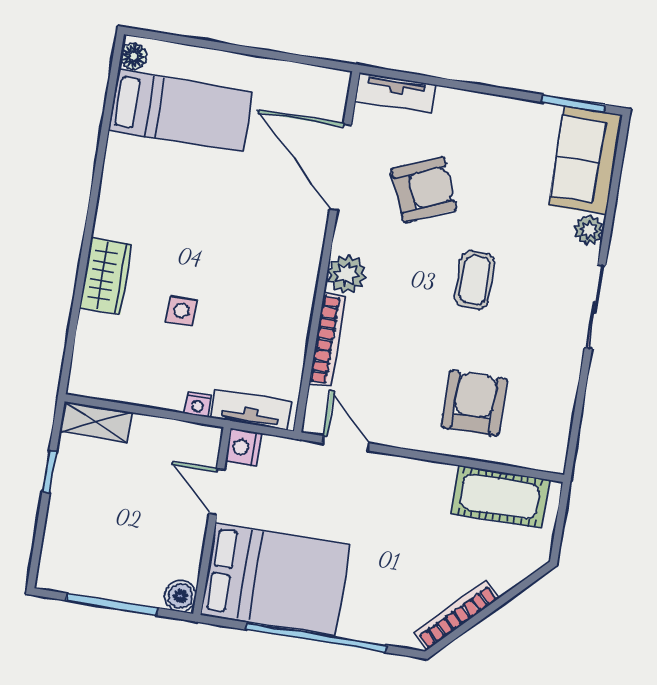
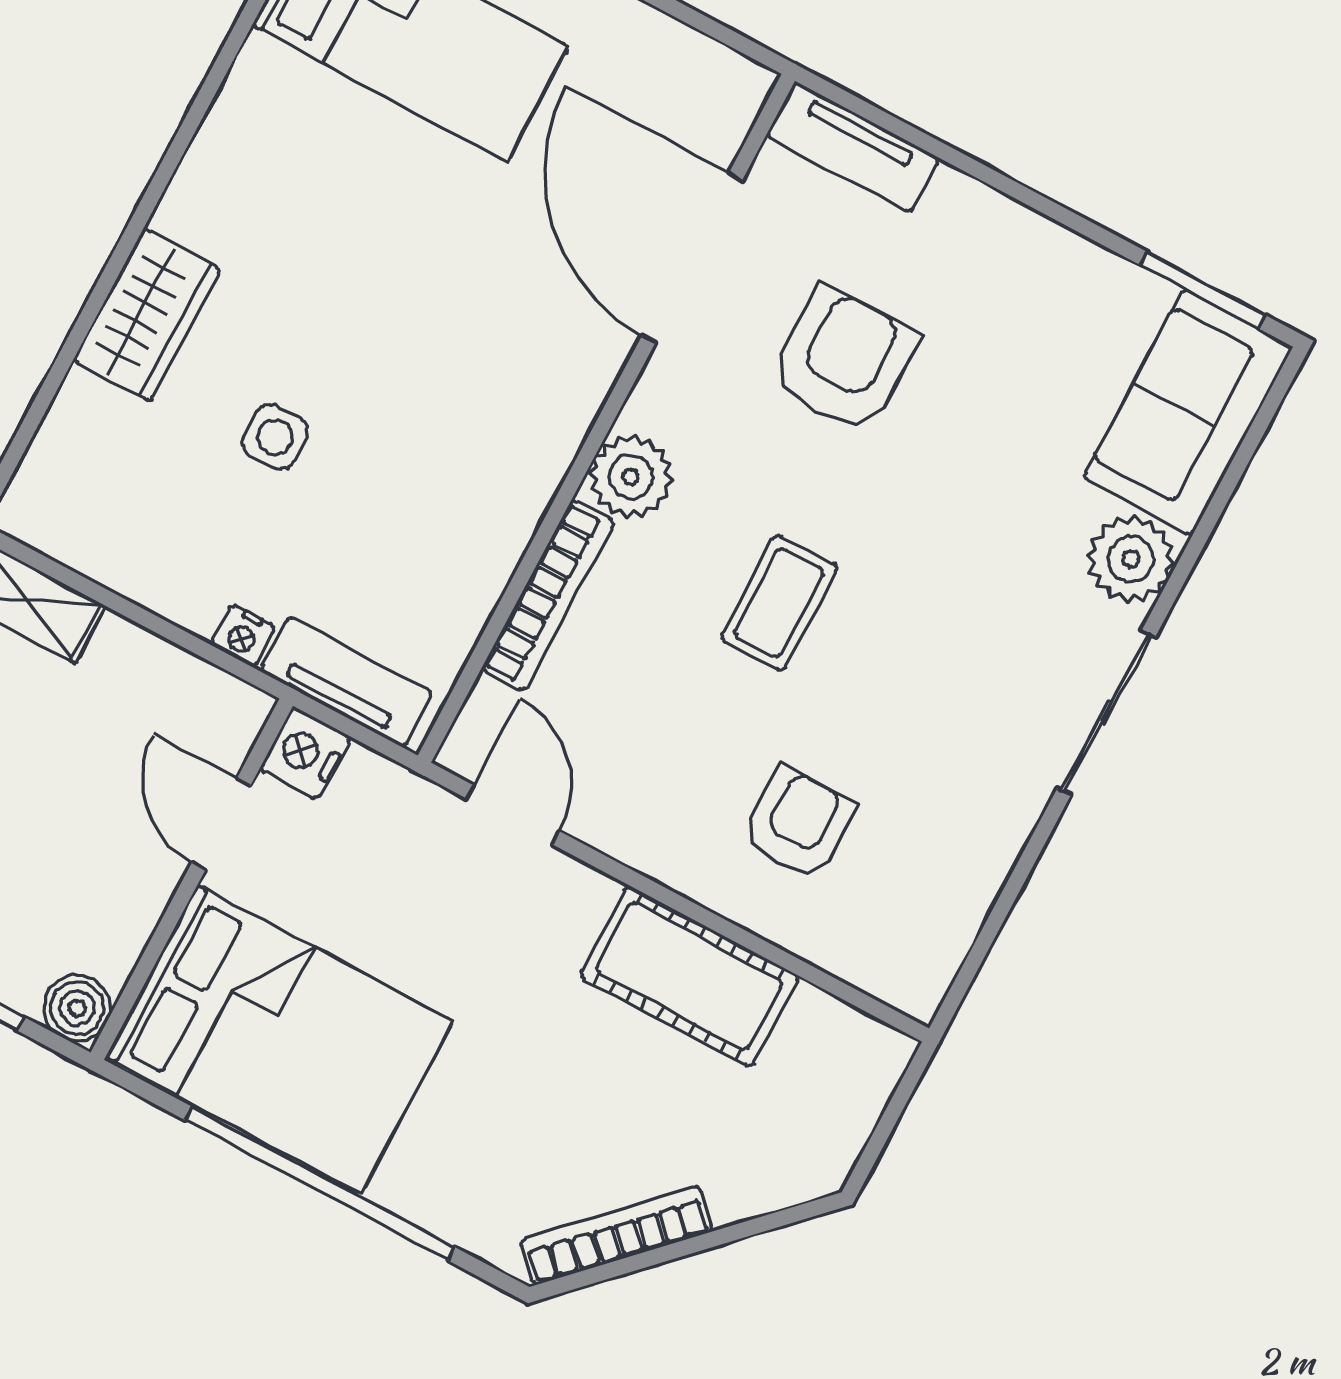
armchair: (424, 189) -> (844, 360), turned -67
plant: (589, 230) -> (1131, 559), width x1.38, depth x1.38
coffee table: (475, 280) -> (779, 603), moved
armchair: (474, 403) -> (798, 823), width x0.72, depth x0.72
cot: (500, 497) -> (689, 976), moved

